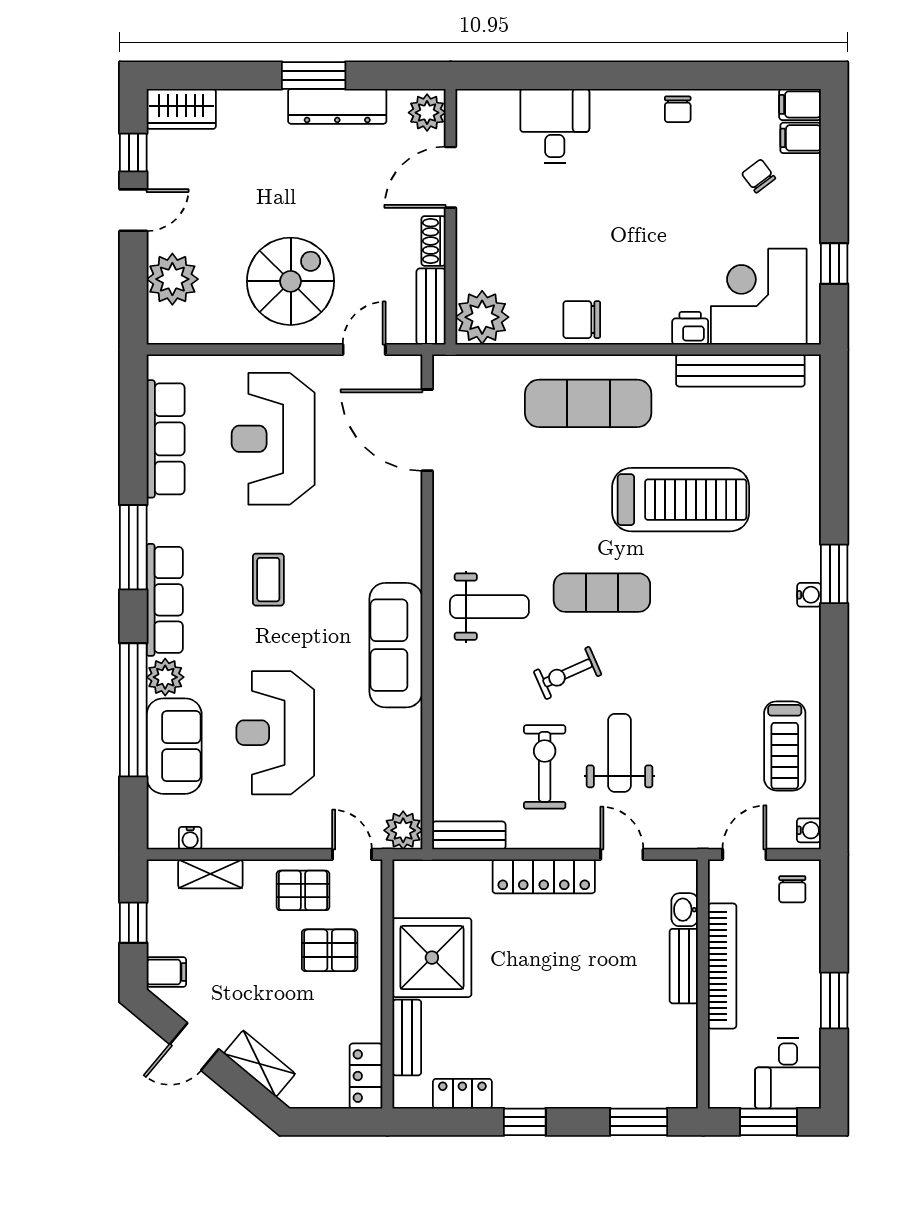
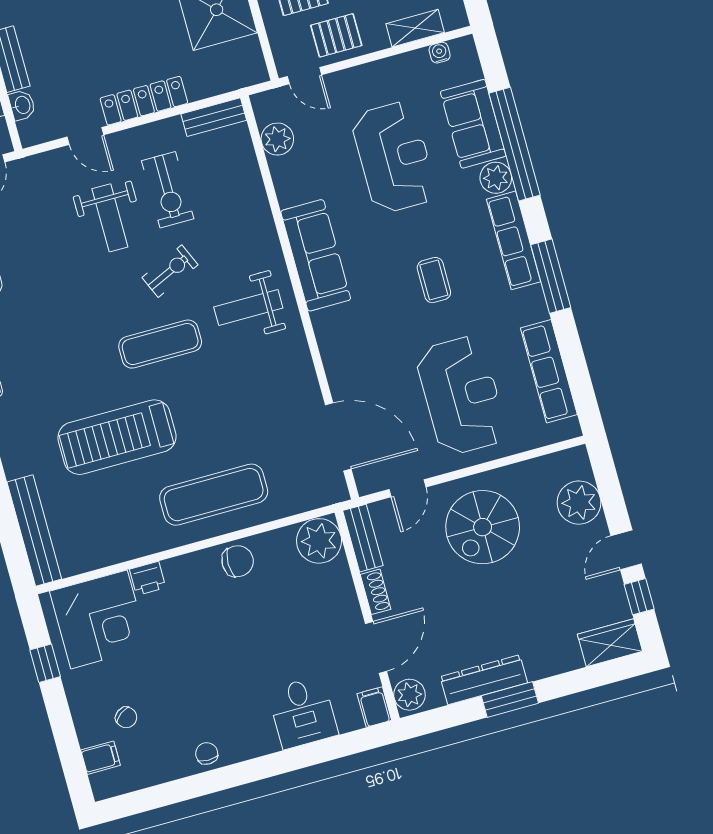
filing cabinet: (800, 104) -> (374, 707), moved, turned -90
bench: (740, 371) -> (34, 531), moved, turned 90
plant: (403, 830) -> (277, 139), moved

